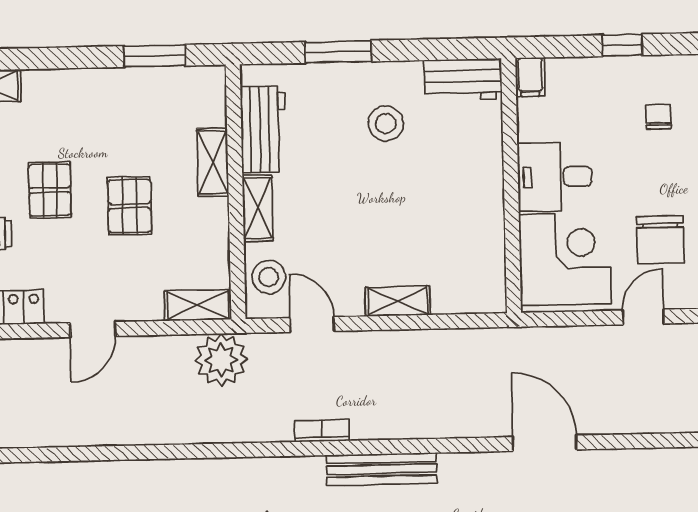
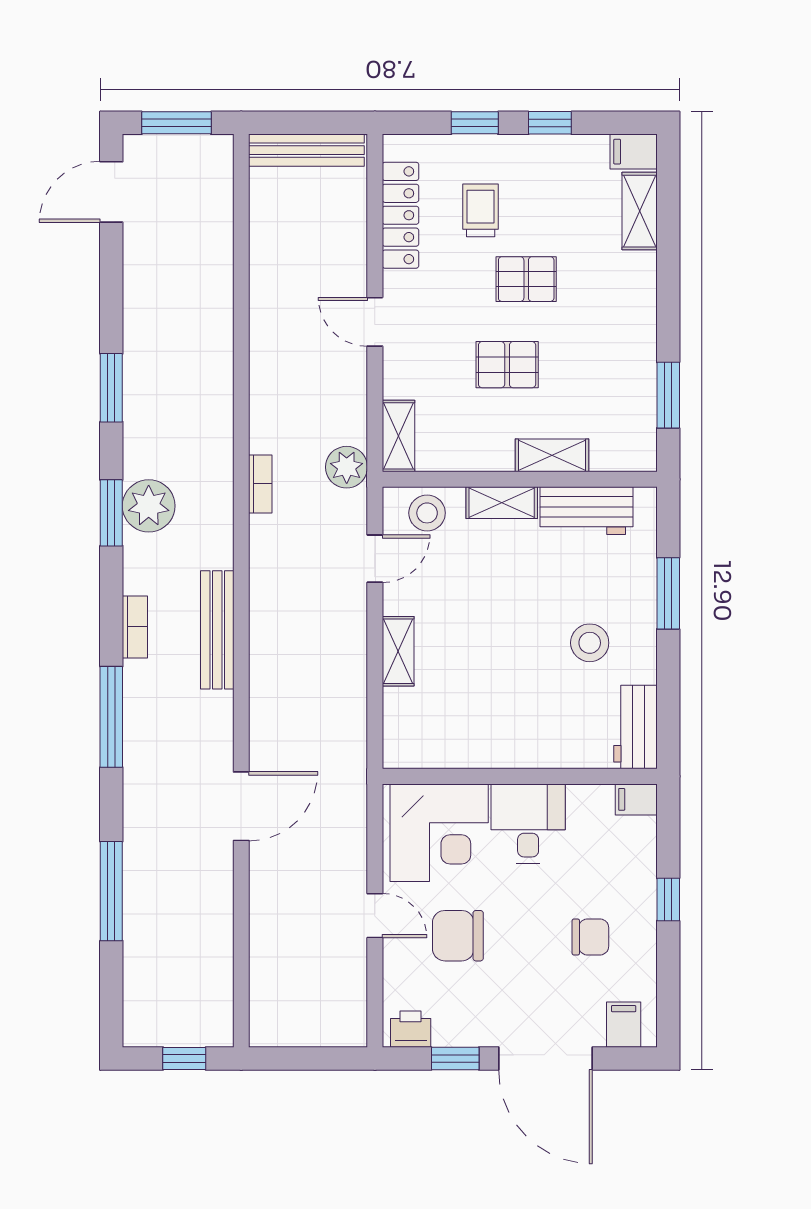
chair: (659, 117) -> (590, 937), width x1.37, depth x1.37
plant: (221, 360) -> (347, 467), width x0.73, depth x0.73
bookcase: (322, 431) -> (260, 484), moved

